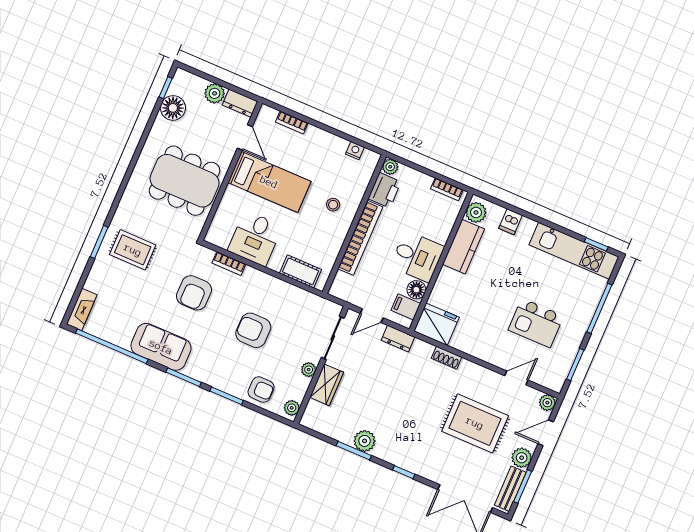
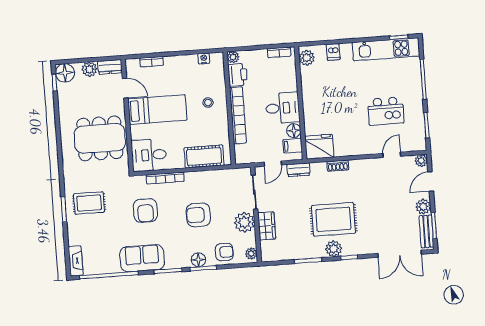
floor lamp: (173, 108) -> (65, 73), moved
desk: (255, 238) -> (149, 155), moved, turned 90
kitchen counter: (463, 247) -> (310, 85), removed
bookcase: (229, 263) -> (165, 178), width x1.56
cot: (301, 271) -> (204, 157), width x1.37, depth x1.34
plant: (309, 370) -> (244, 222), width x1.88, depth x1.88
floor lamp: (226, 383) -> (198, 260), added
rug: (475, 423) -> (333, 219), moved
plant: (365, 441) -> (334, 249), moved

